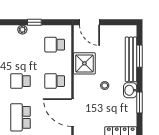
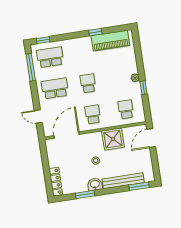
window: (139, 56) -> (139, 186), moved

